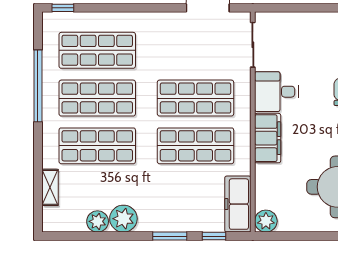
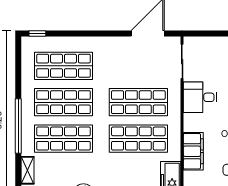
window: (38, 86) -> (18, 126), moved
filing cabinet: (268, 138) -> (193, 151), moved

